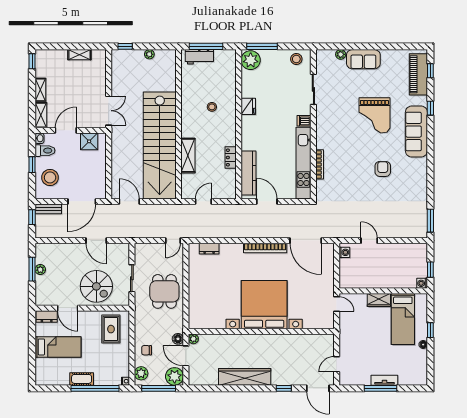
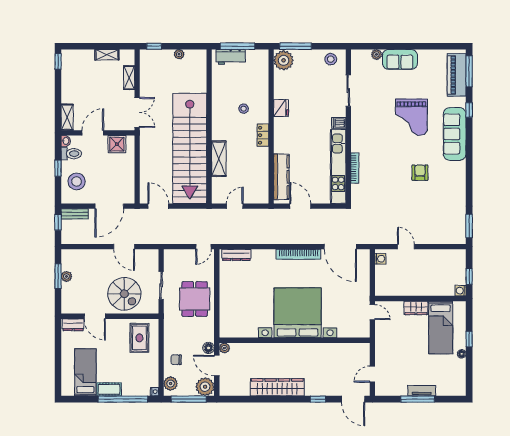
window: (430, 71) -> (469, 71), width x2.17
shelving: (40, 90) -> (129, 78), moved
locker: (231, 157) -> (263, 135), moved
dresser: (209, 249) -> (236, 255), width x1.44
bed: (58, 347) -> (85, 372), moved, turned -90

